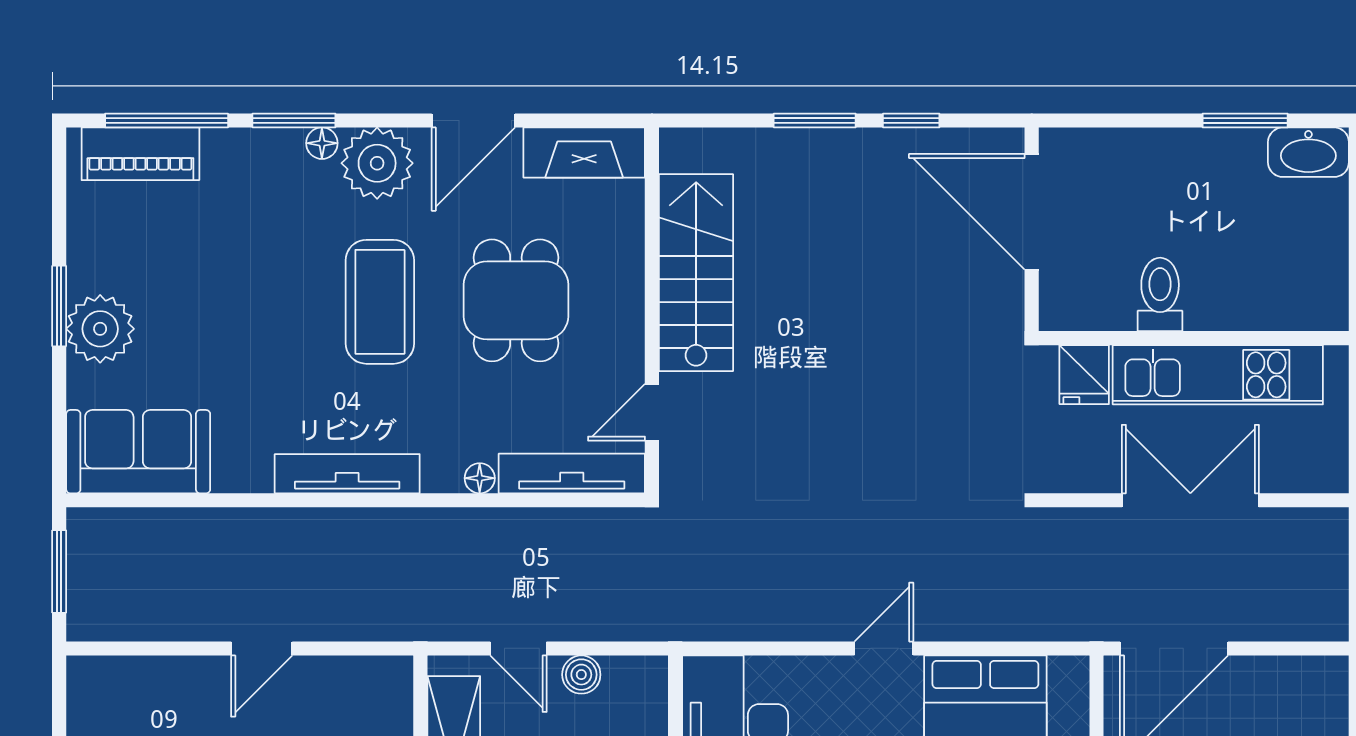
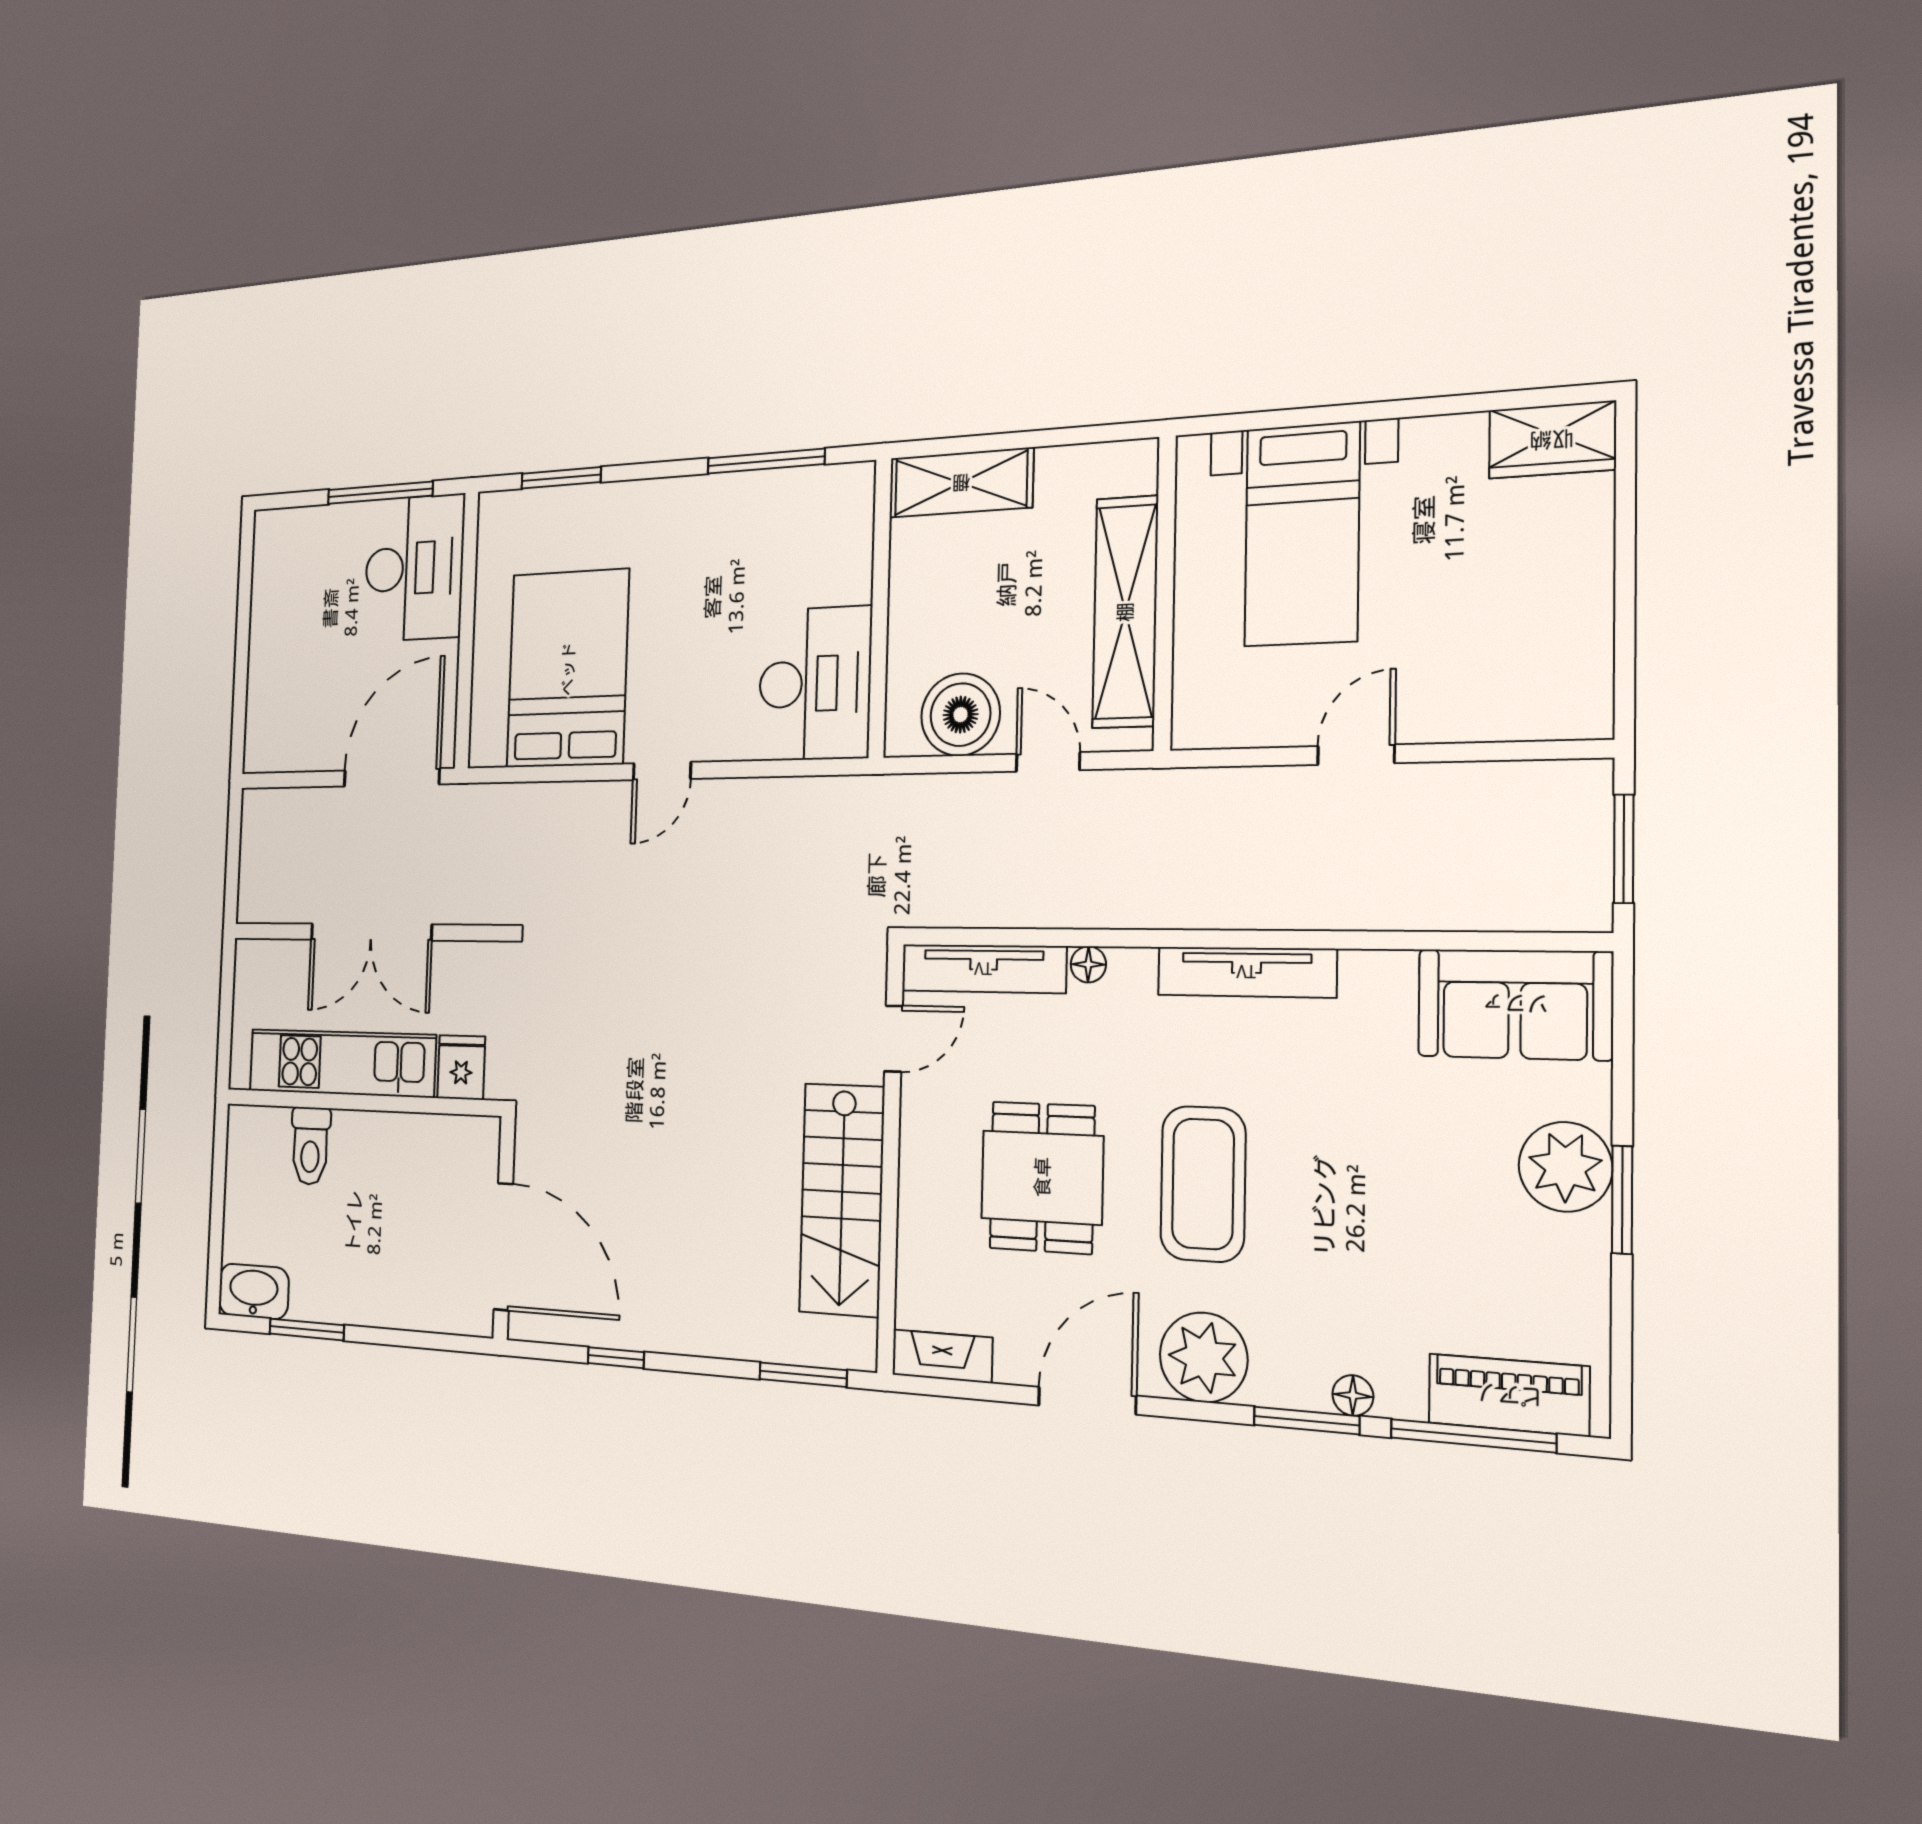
window: (815, 121) -> (803, 1375), moved
floor lamp: (322, 143) -> (1353, 1395), moved
fireplace: (584, 152) -> (942, 1356), width x0.73, depth x0.76
toilet: (1160, 294) -> (310, 1146), moved
boiler: (581, 675) -> (960, 715), width x1.86, depth x1.86

